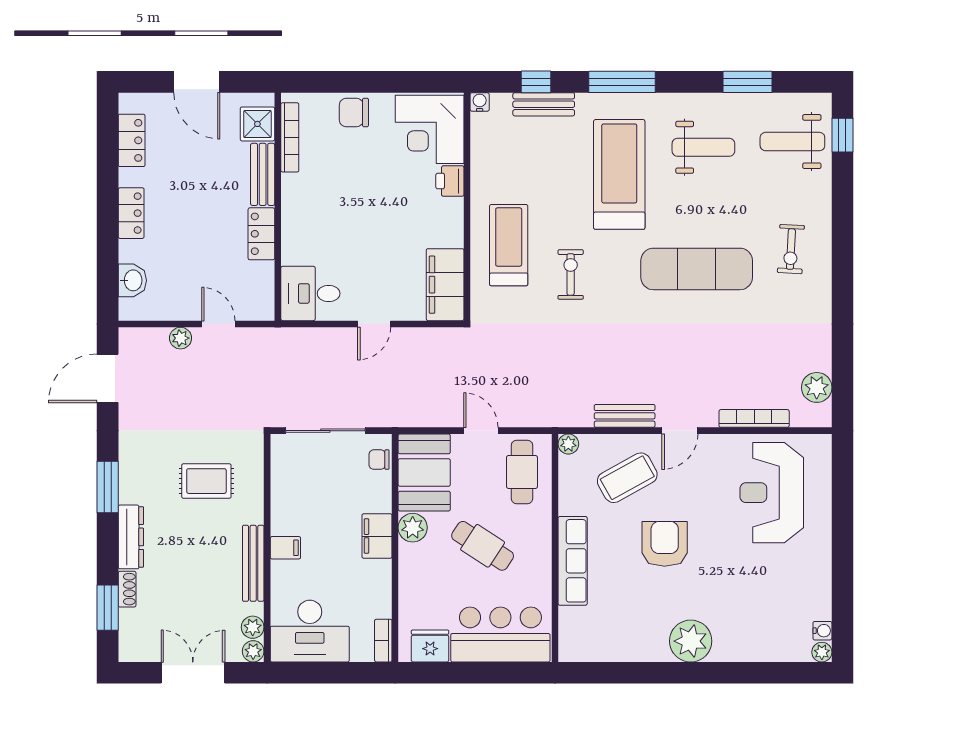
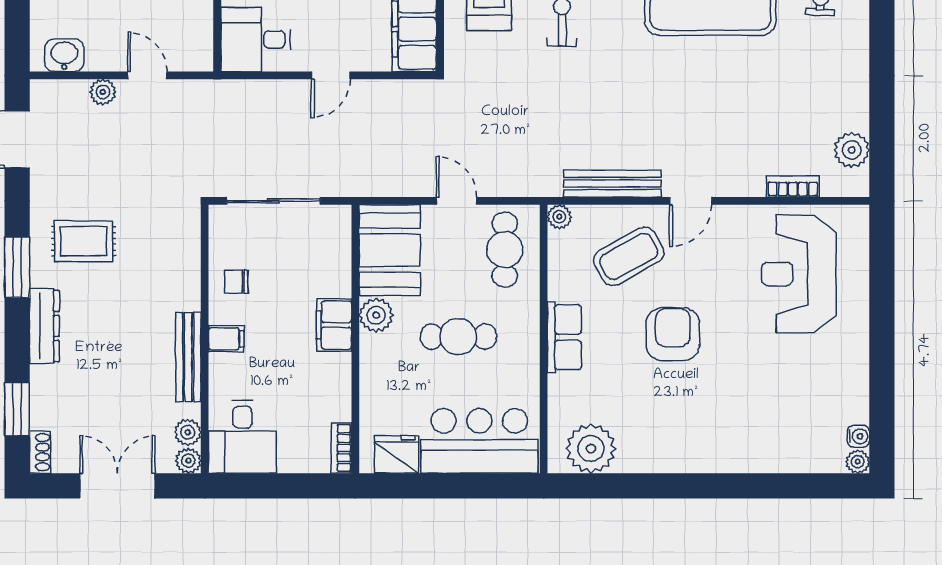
washbasin: (132, 280) -> (64, 55), moved, turned -90
bench: (625, 416) -> (613, 184), width x1.36
bookcase: (754, 418) -> (793, 187), width x0.64
chair: (379, 460) -> (236, 282), moved
rug: (206, 481) -> (84, 241), moved
cafe table: (483, 546) -> (458, 337), turned -33
row of seats: (573, 561) -> (564, 337), width x0.68
shoe rack: (127, 589) -> (40, 452), moved
desk: (310, 631) -> (242, 437), width x0.73
plant: (691, 641) -> (591, 449), moved

